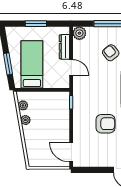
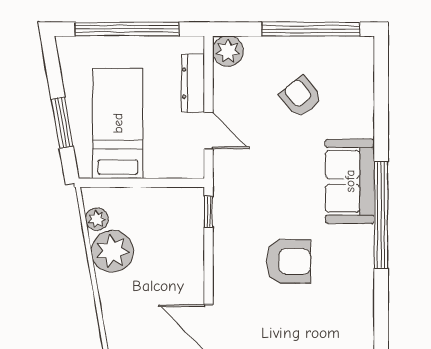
window: (36, 24) -> (127, 29), width x2.11
plant: (25, 120) -> (112, 251), width x1.88, depth x1.88

